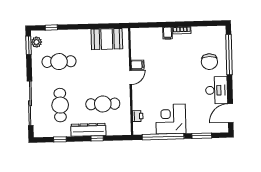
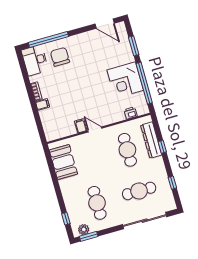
chair: (209, 62) -> (60, 57), turned -90
desk: (217, 90) -> (35, 60), moved, turned -90
dresser: (88, 130) -> (151, 140), moved

